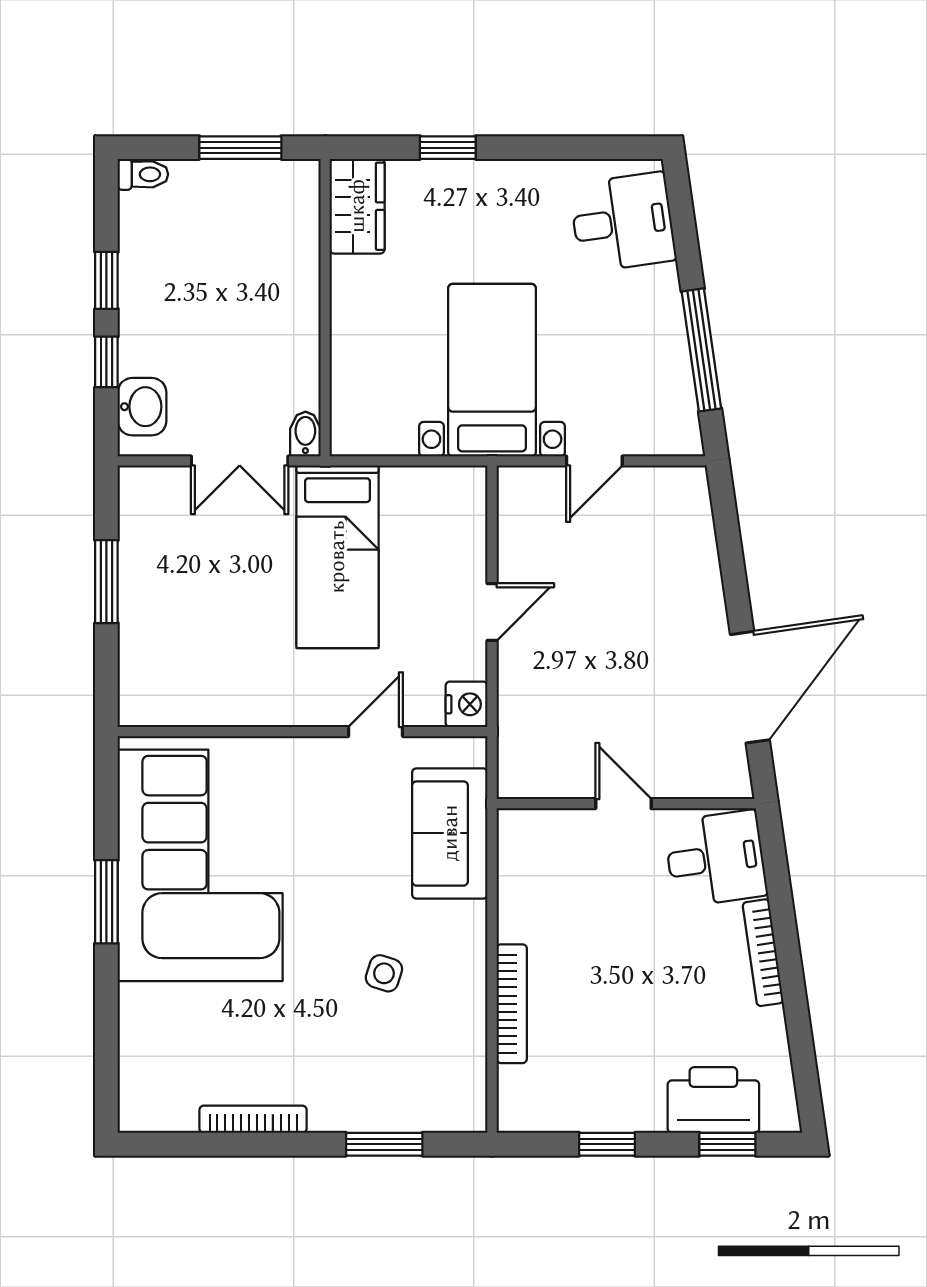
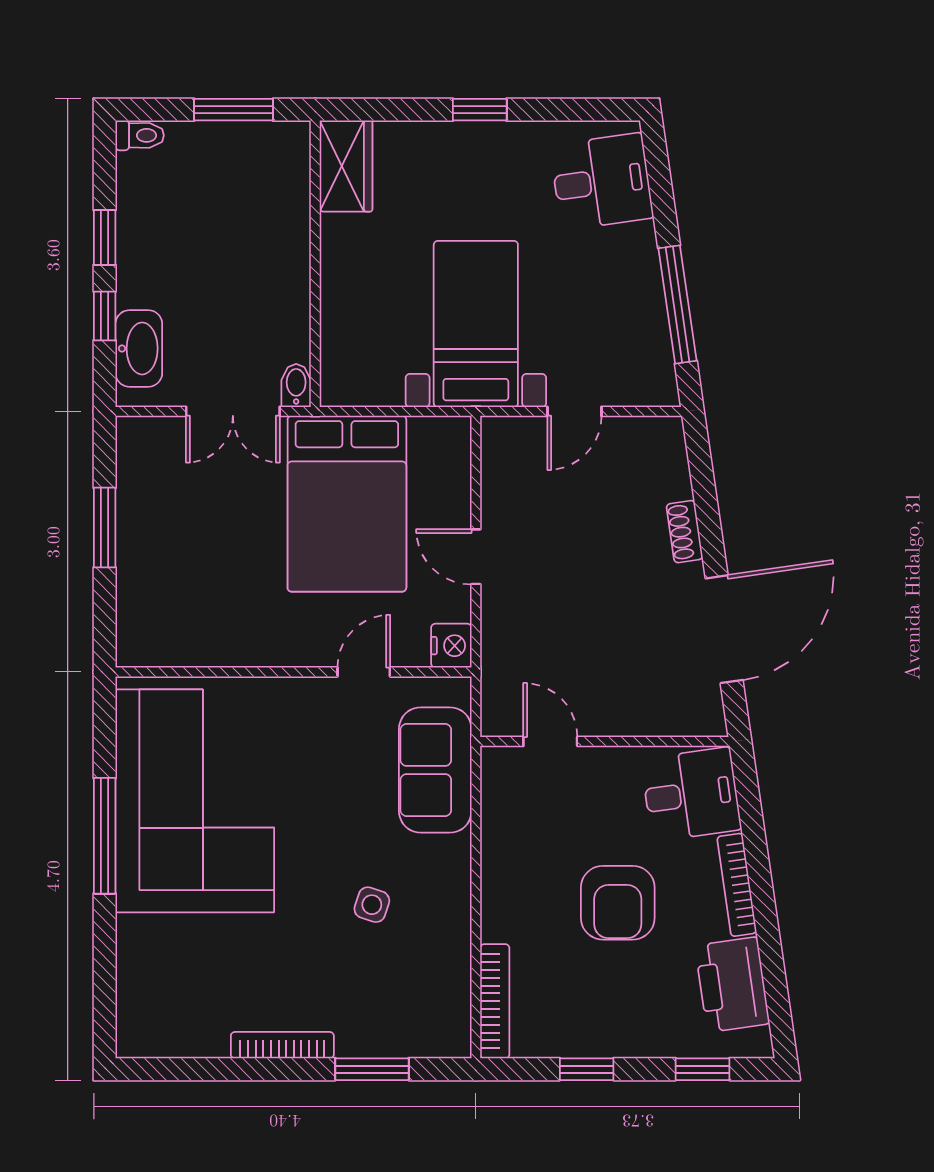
window: (448, 148) -> (480, 110), moved
washbasin: (142, 407) -> (139, 348), width x1.38
bed: (337, 557) -> (347, 504), width x1.50
shoe rack: (709, 586) -> (685, 532), added
door: (492, 612) -> (476, 557), swing flipped
door: (623, 804) -> (550, 741), moved
window: (106, 902) -> (105, 836), width x1.44
armchair: (639, 971) -> (618, 903), added
bookcase: (512, 1004) -> (495, 1001), moved
printer: (713, 1100) -> (732, 985), moved, turned -98
bookcase: (253, 1119) -> (282, 1045), moved

